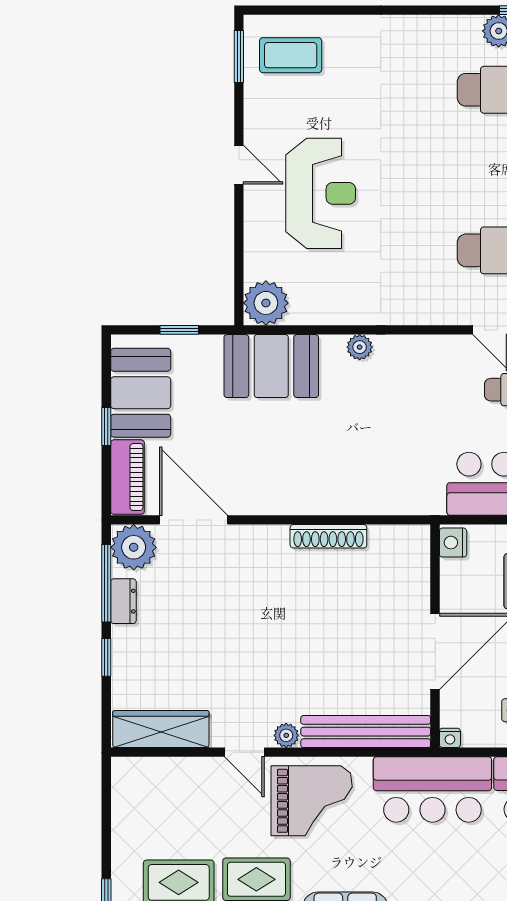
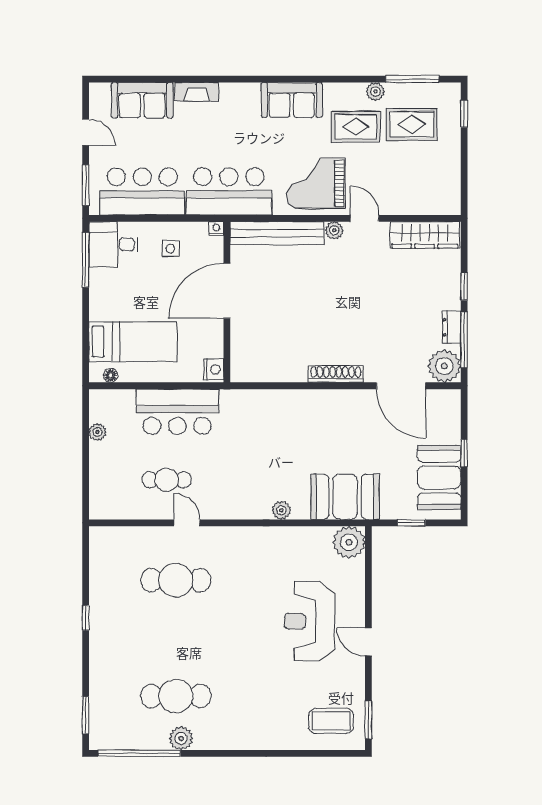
piano: (127, 477) -> (449, 417), removed
shoe rack: (328, 536) -> (336, 374), moved

